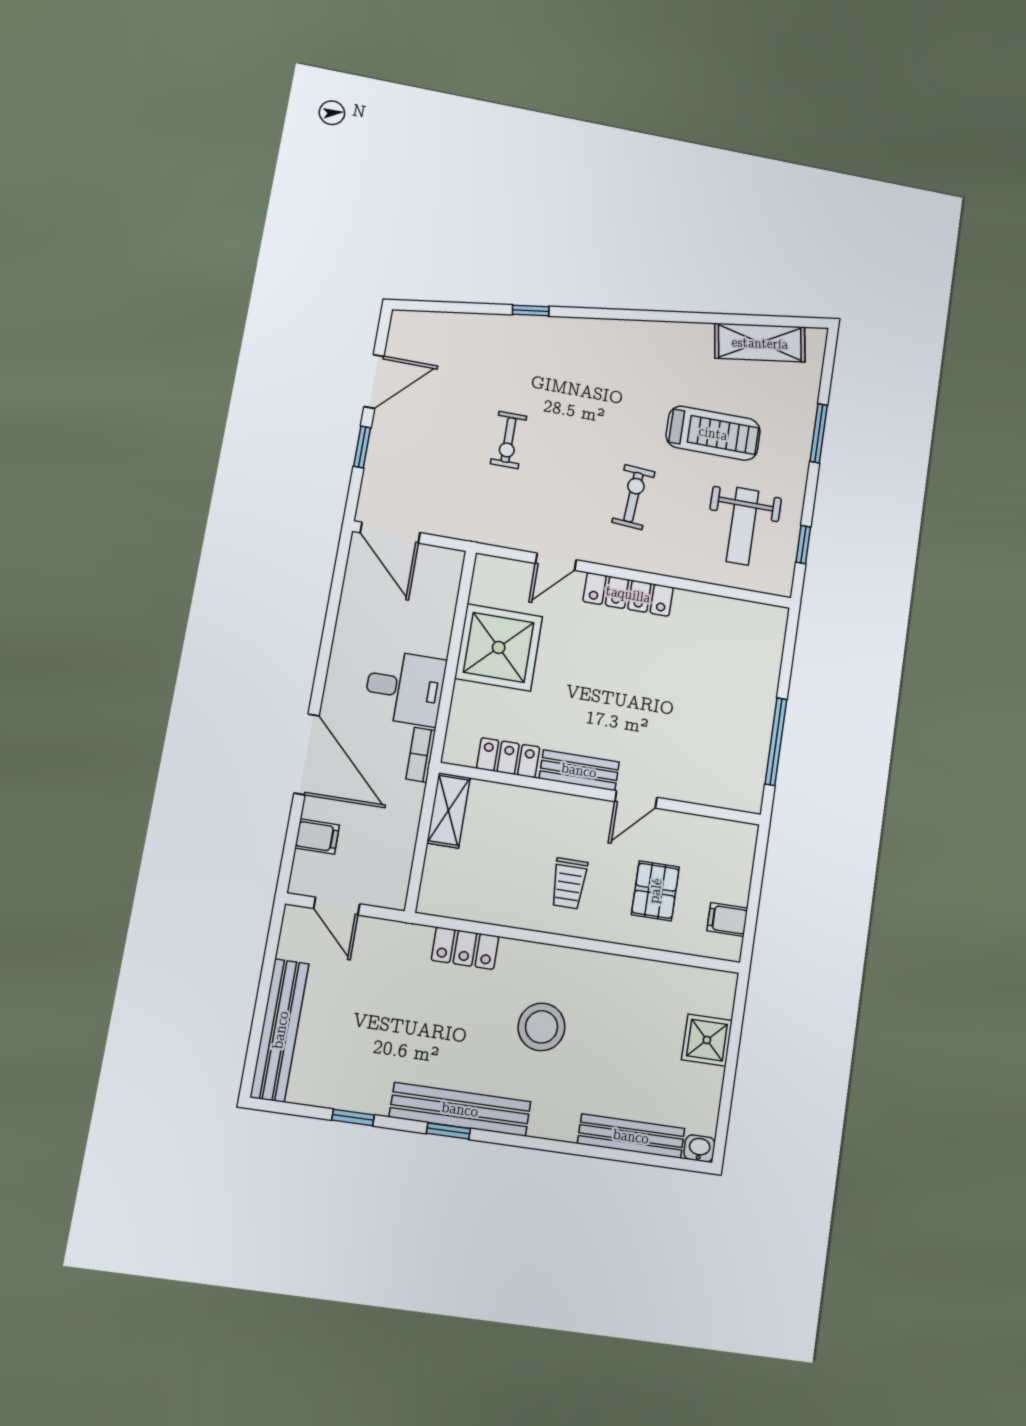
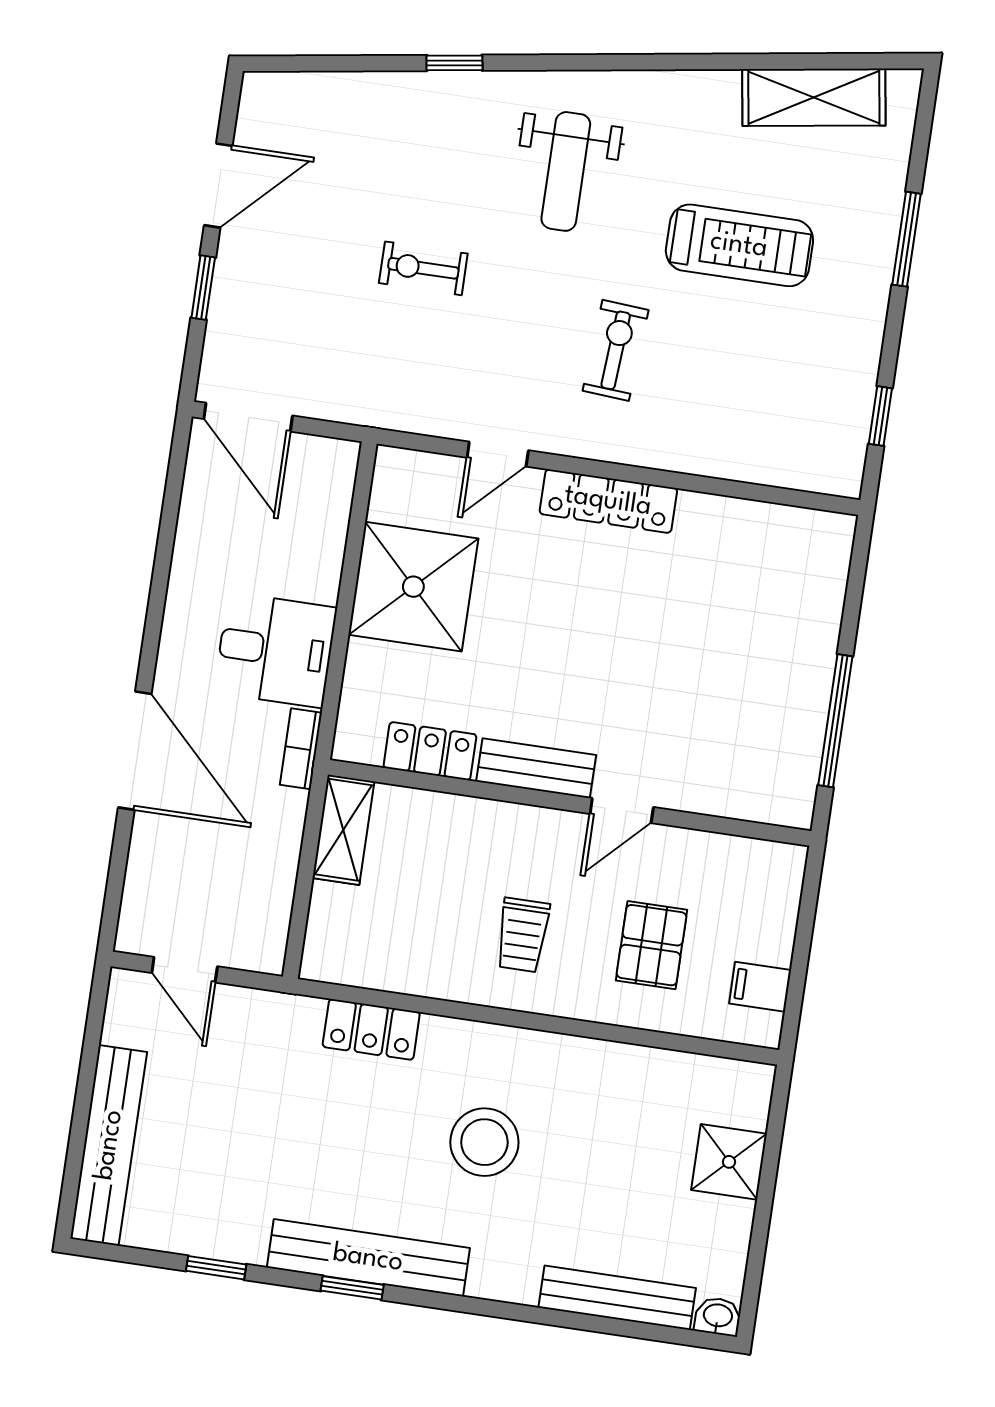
exercise bike: (508, 440) -> (423, 268), turned 90
weight bench: (743, 526) -> (566, 171), moved
filing cabinet: (317, 837) -> (154, 870), removed

